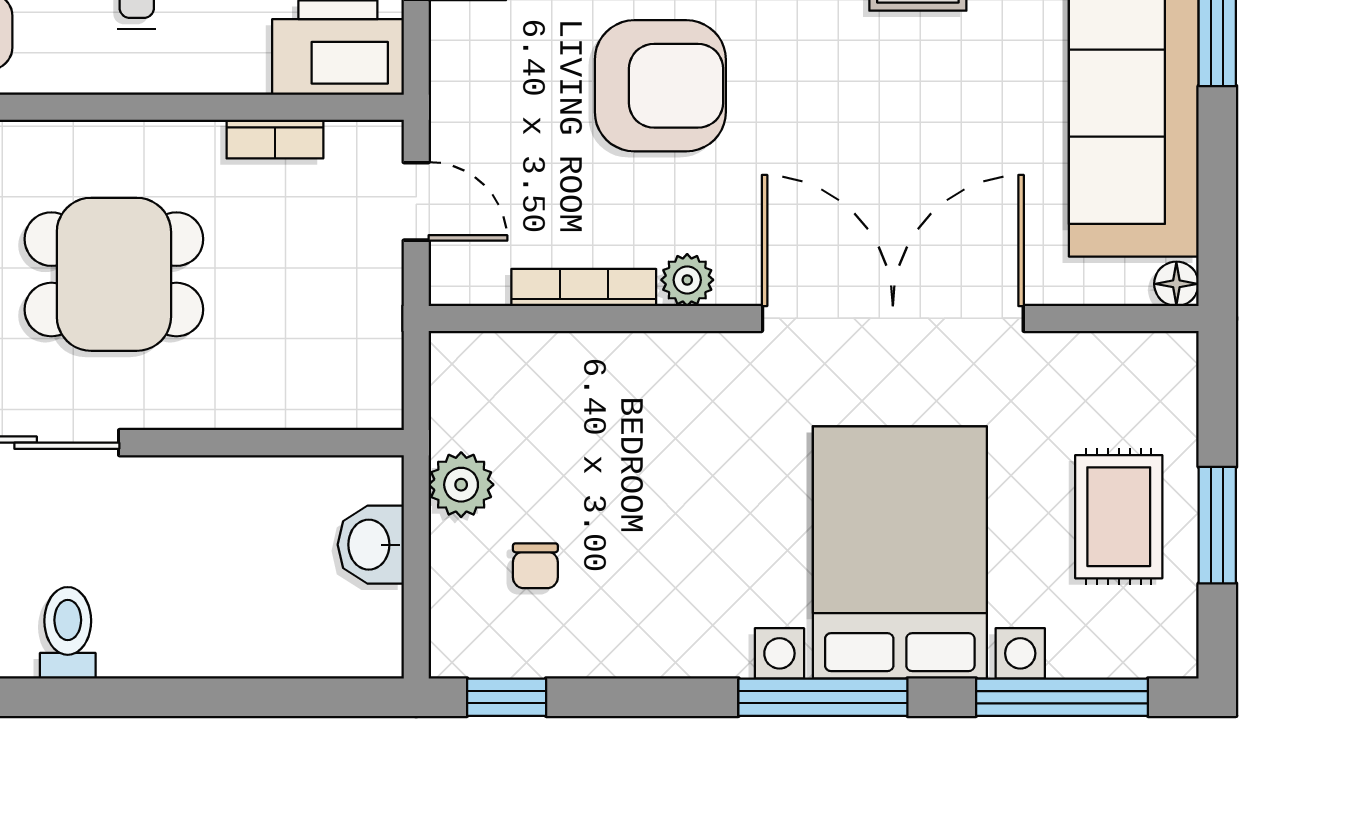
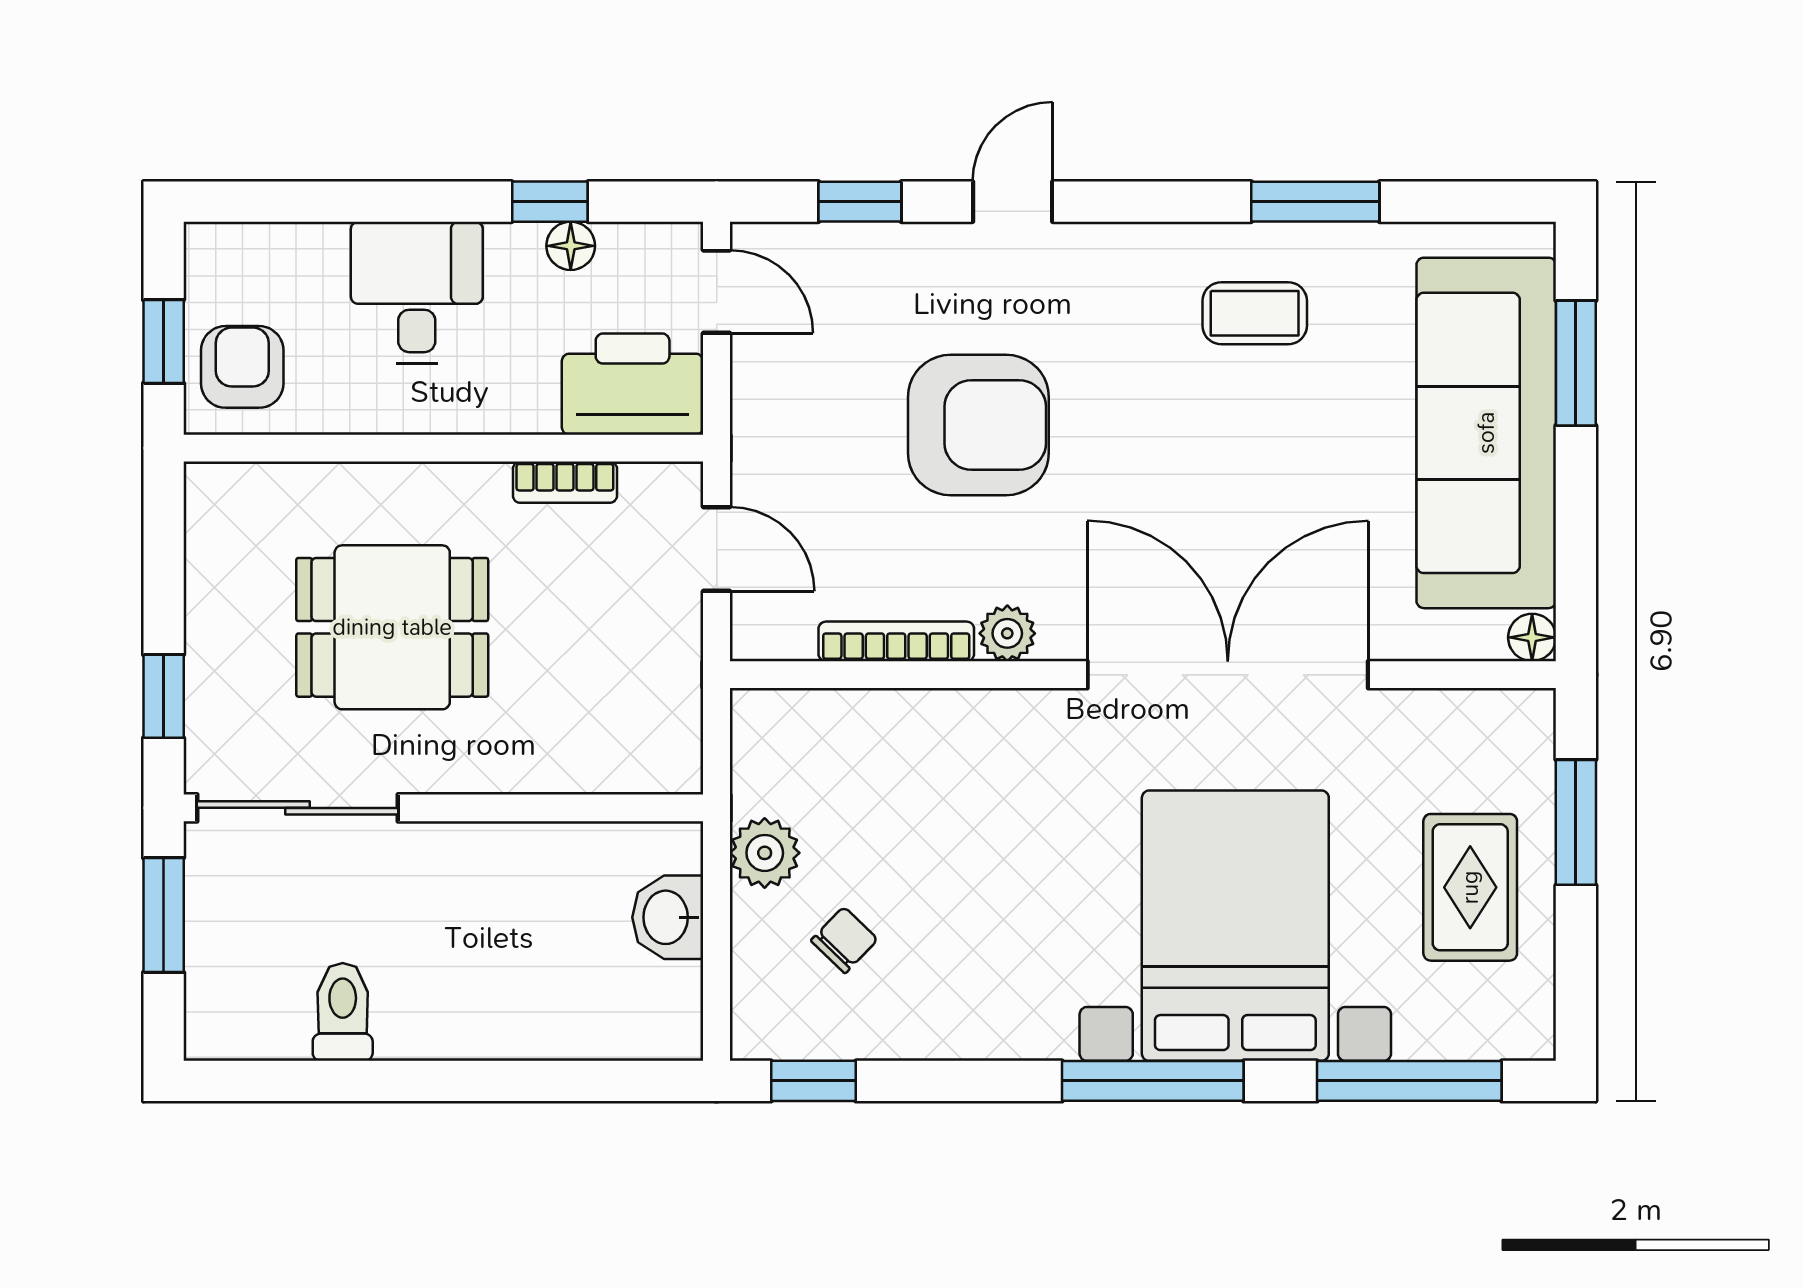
window: (1217, 525) -> (1576, 822), moved
chair: (535, 566) -> (844, 940), turned -136

